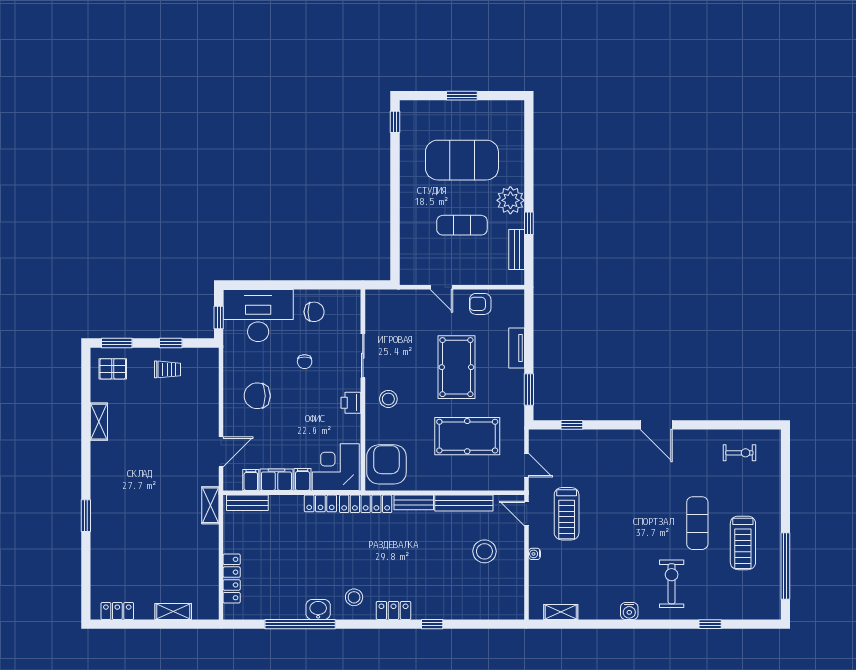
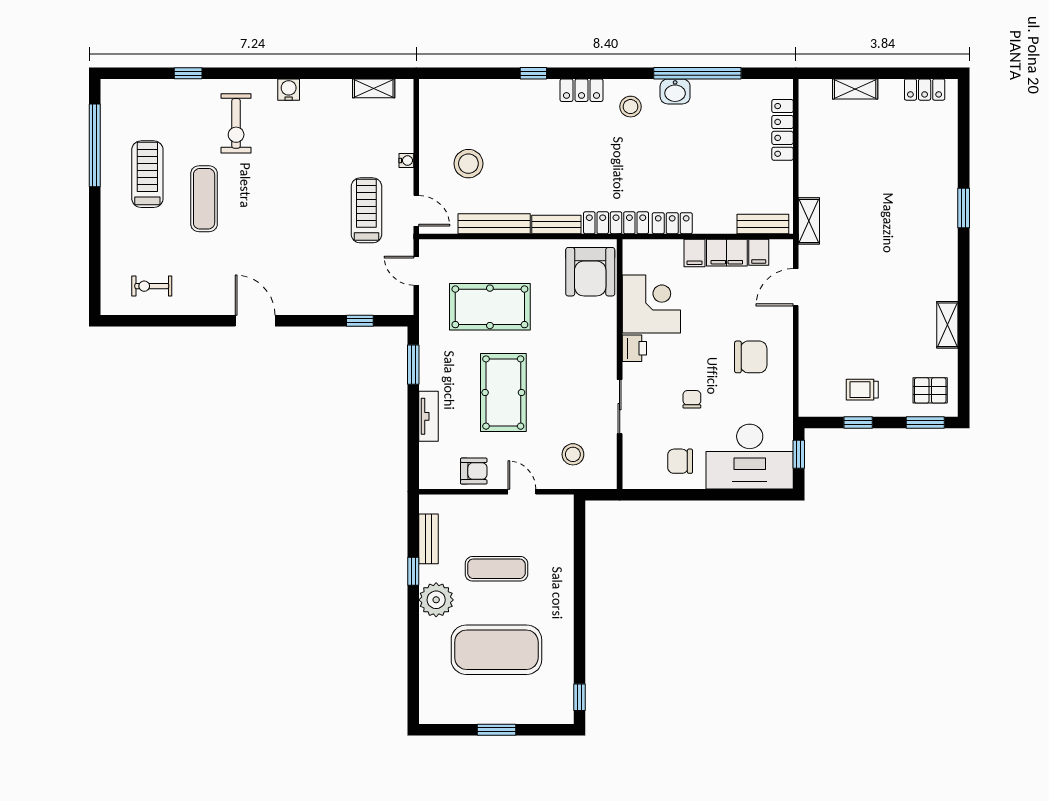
stool: (388, 399) -> (573, 454), moved
corner desk: (336, 467) -> (651, 304), moved, turned -90

